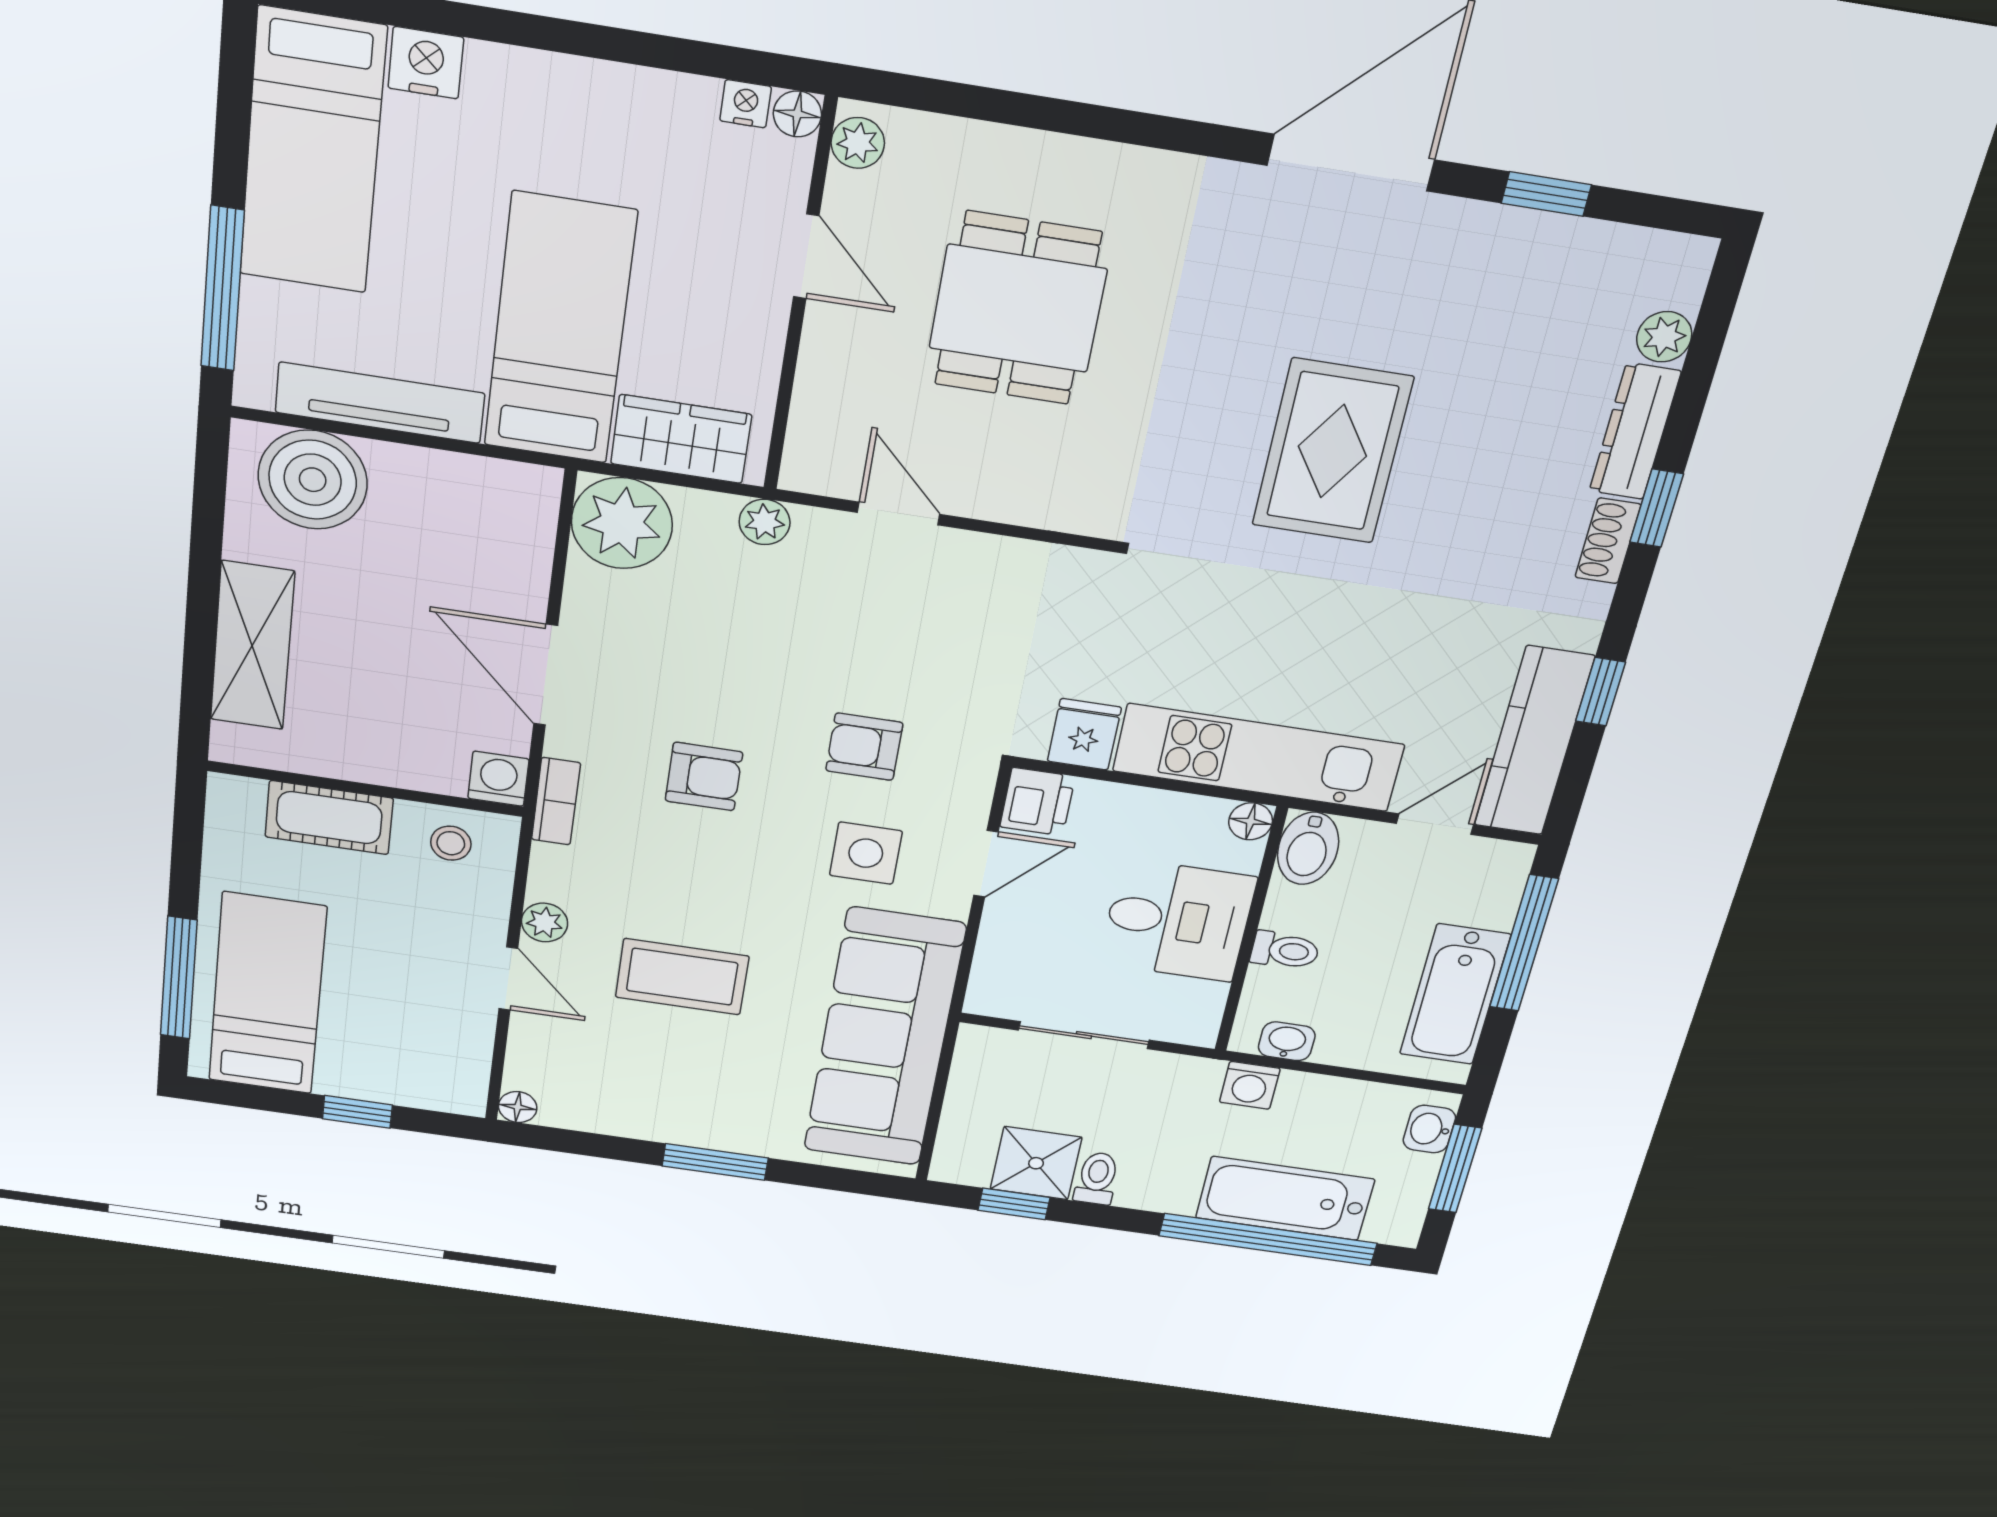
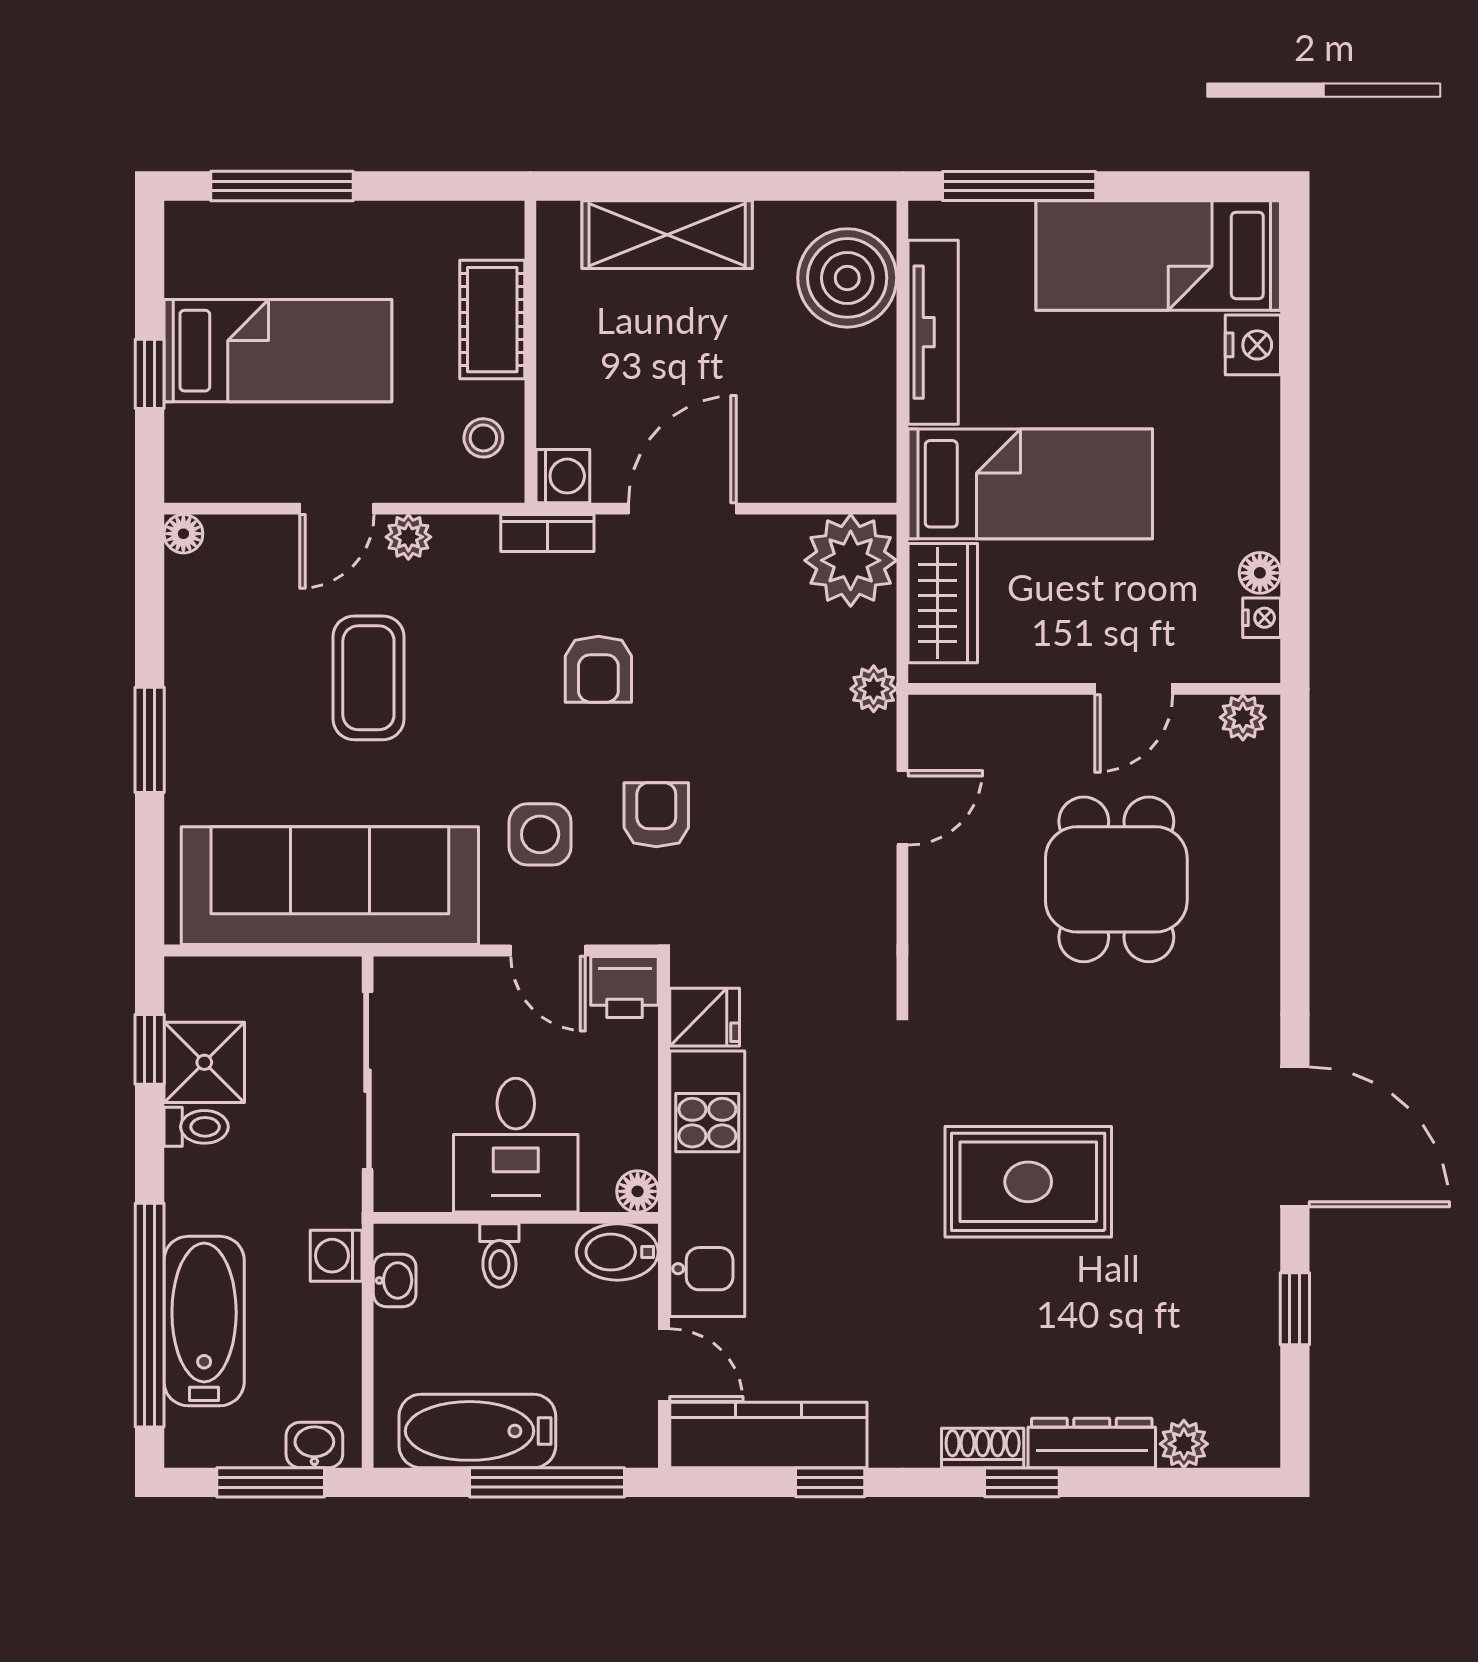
floor lamp: (797, 114) -> (1260, 573), moved
dining table: (1018, 308) -> (1116, 879), turned 90
bed: (267, 994) -> (278, 351), moved
sliding door: (1084, 1035) -> (368, 1081), width x1.37

